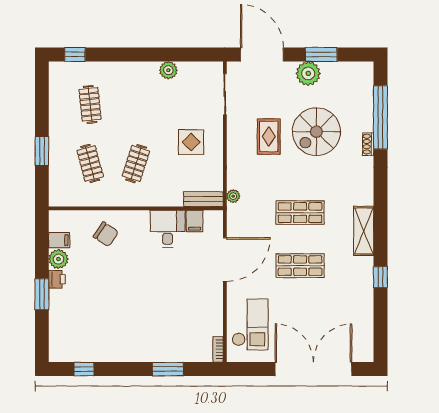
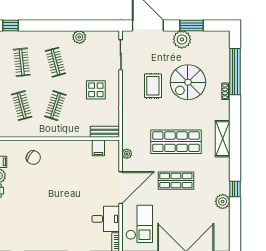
clothes rail: (136, 104) -> (55, 62), added
plant: (233, 196) -> (127, 154), moved
shop shelf: (300, 213) -> (176, 142), width x1.43, depth x1.36
desk: (168, 229) -> (106, 219), moved, turned 90
shelving: (364, 231) -> (223, 139), moved
door: (225, 259) -> (121, 188), moved
plant: (364, 294) -> (223, 201), added

